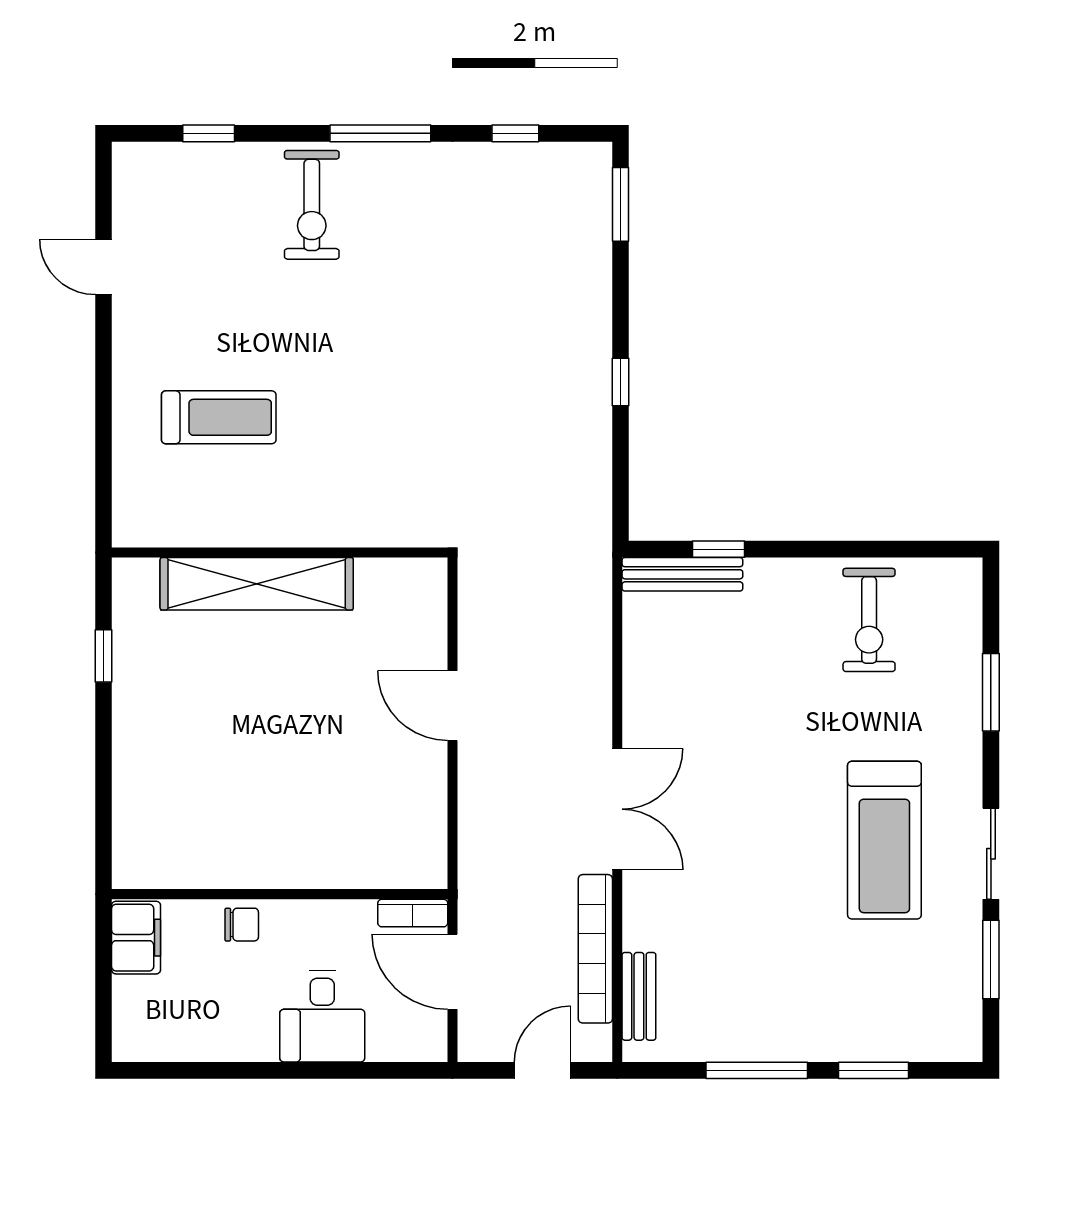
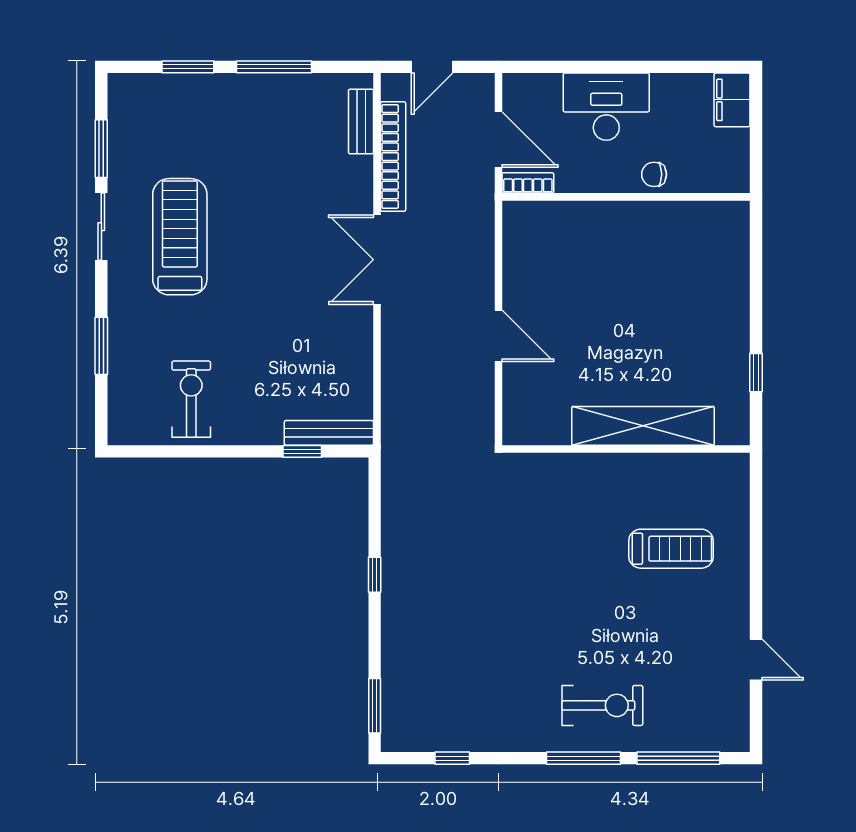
window: (209, 133) -> (678, 758), width x2.17
window: (380, 133) -> (584, 758), moved
exercise bike: (312, 205) -> (602, 705), turned 90
treadmill: (219, 417) -> (671, 549), turned 180
filing cabinet: (136, 938) -> (732, 100), moved
desk: (322, 1016) -> (606, 107), width x1.37

